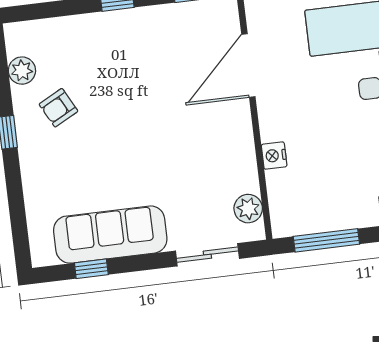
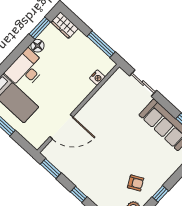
nightstand: (274, 156) -> (97, 78), moved
plant: (248, 209) -> (114, 82), removed

